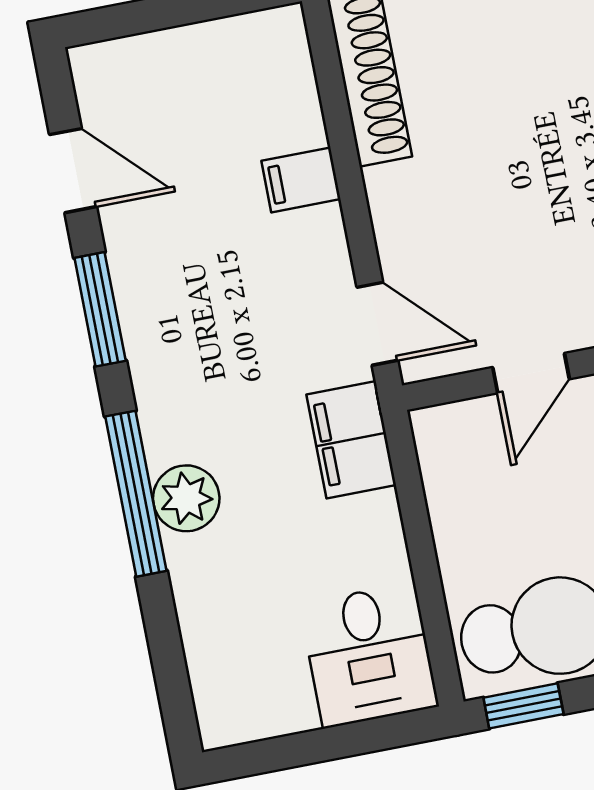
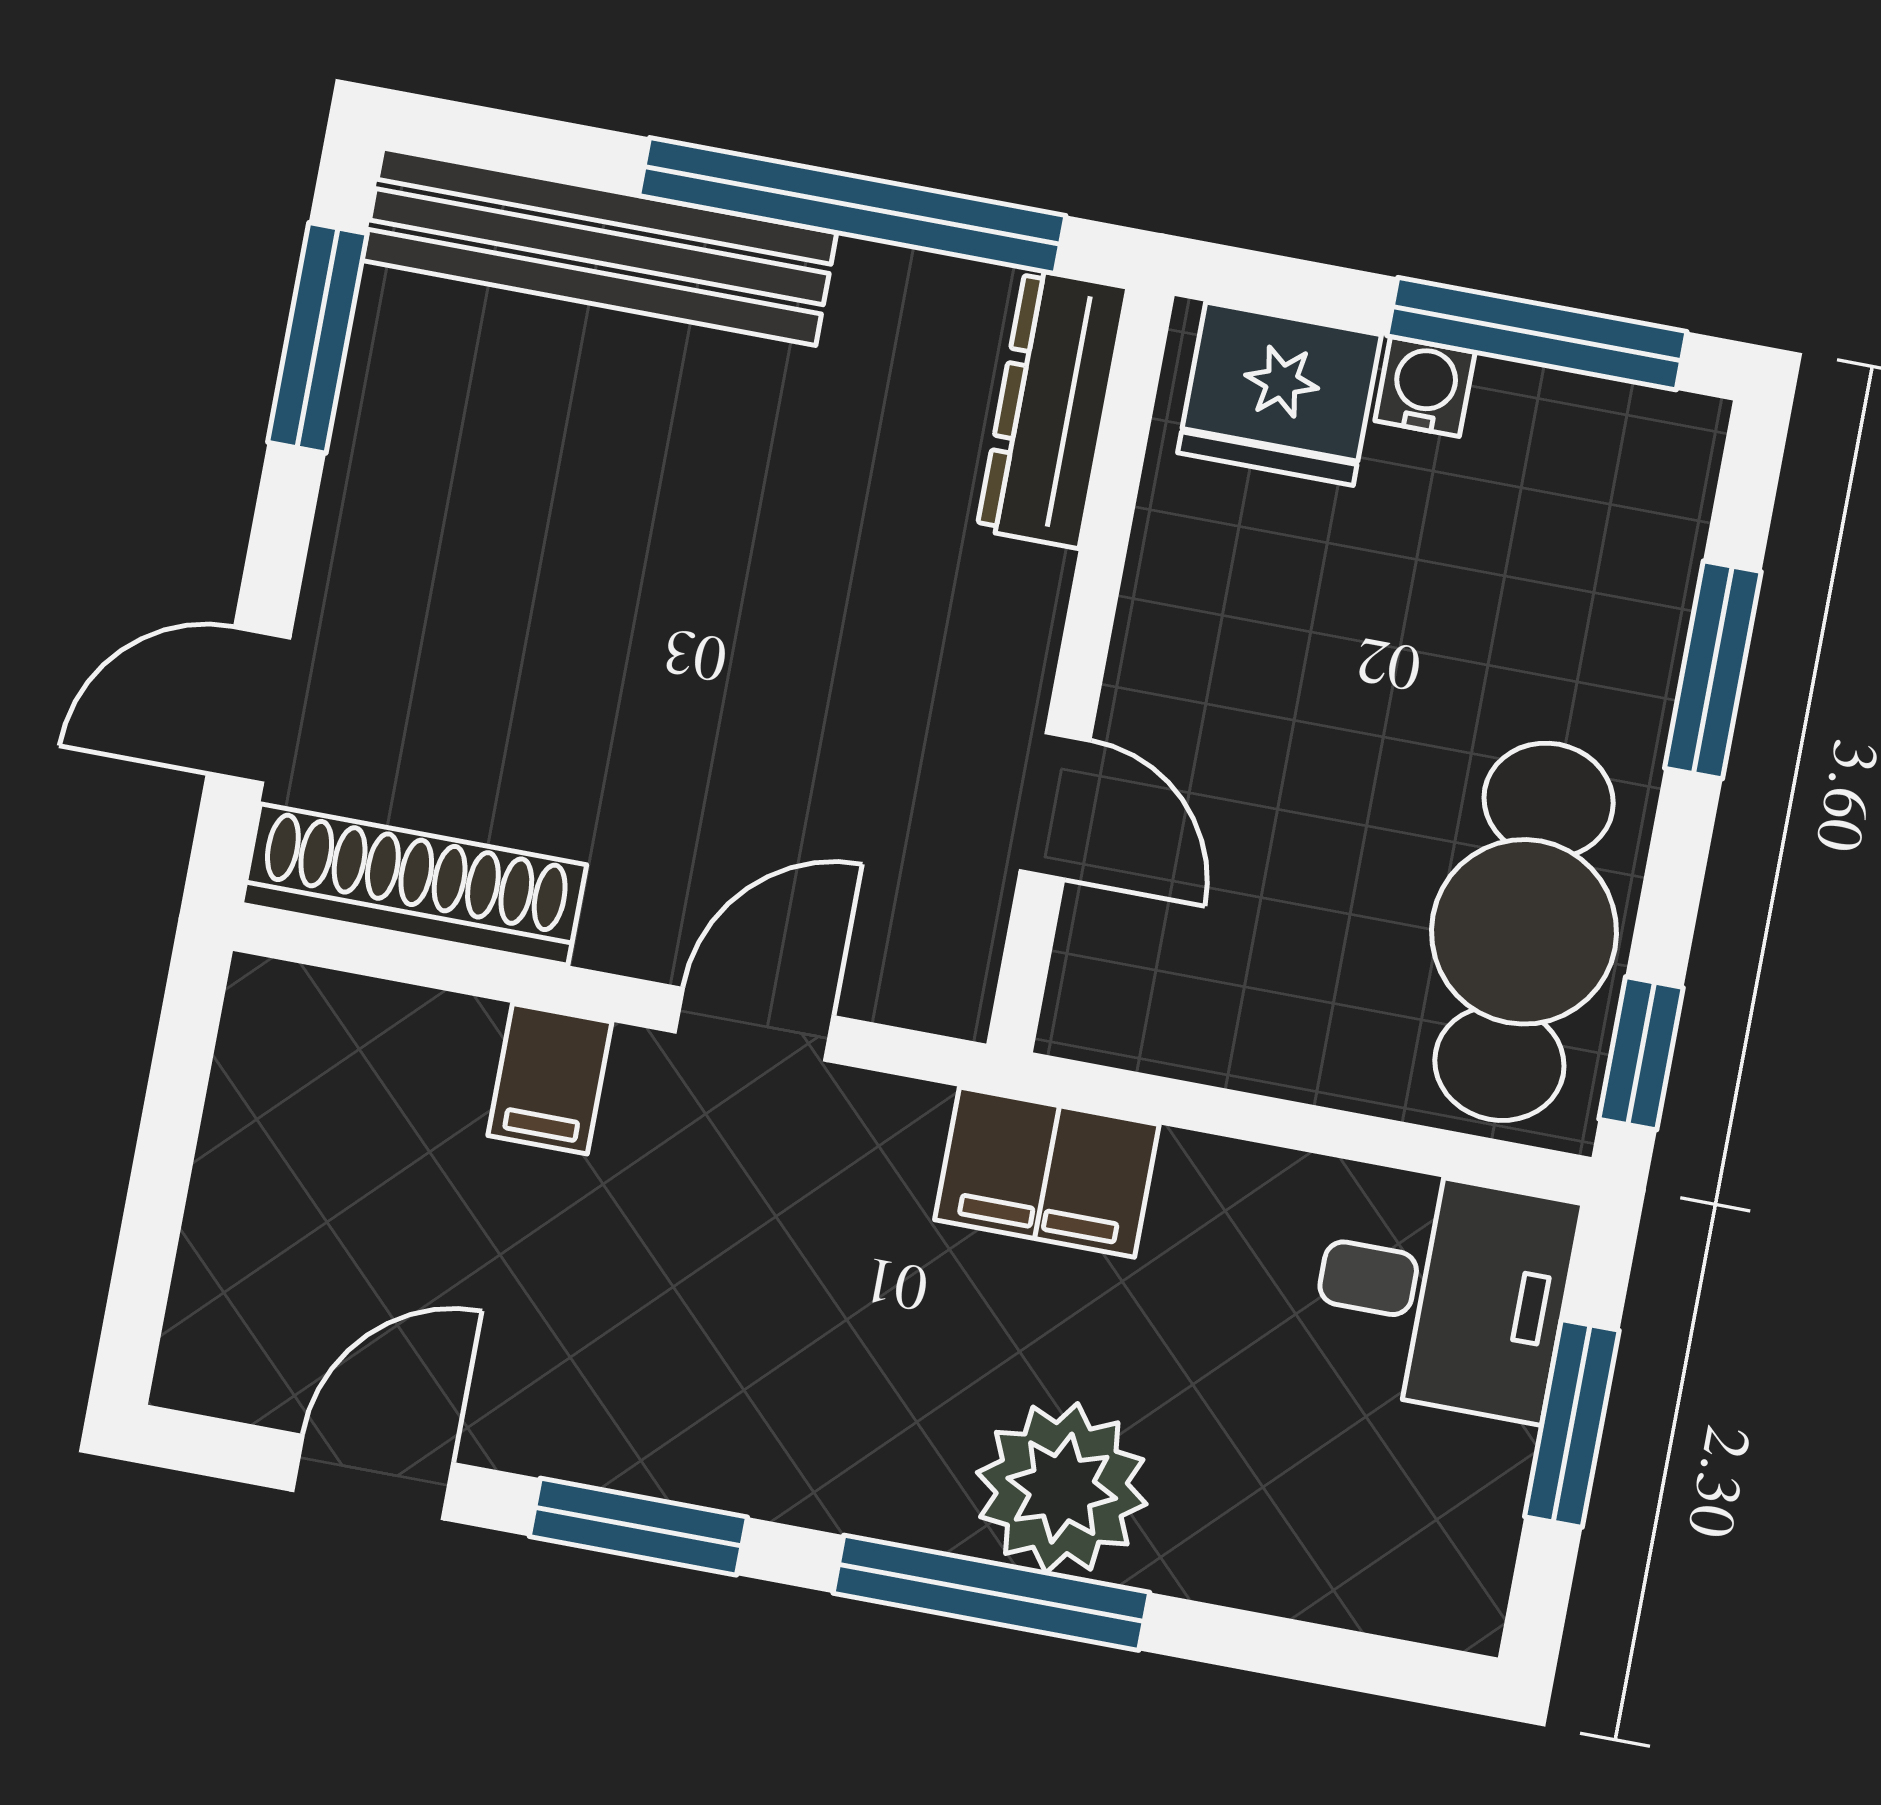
door: (377, 324) -> (754, 1024), moved
plant: (186, 498) -> (1062, 1488), width x1.36, depth x1.36
window: (330, 743) -> (1572, 1423), added

